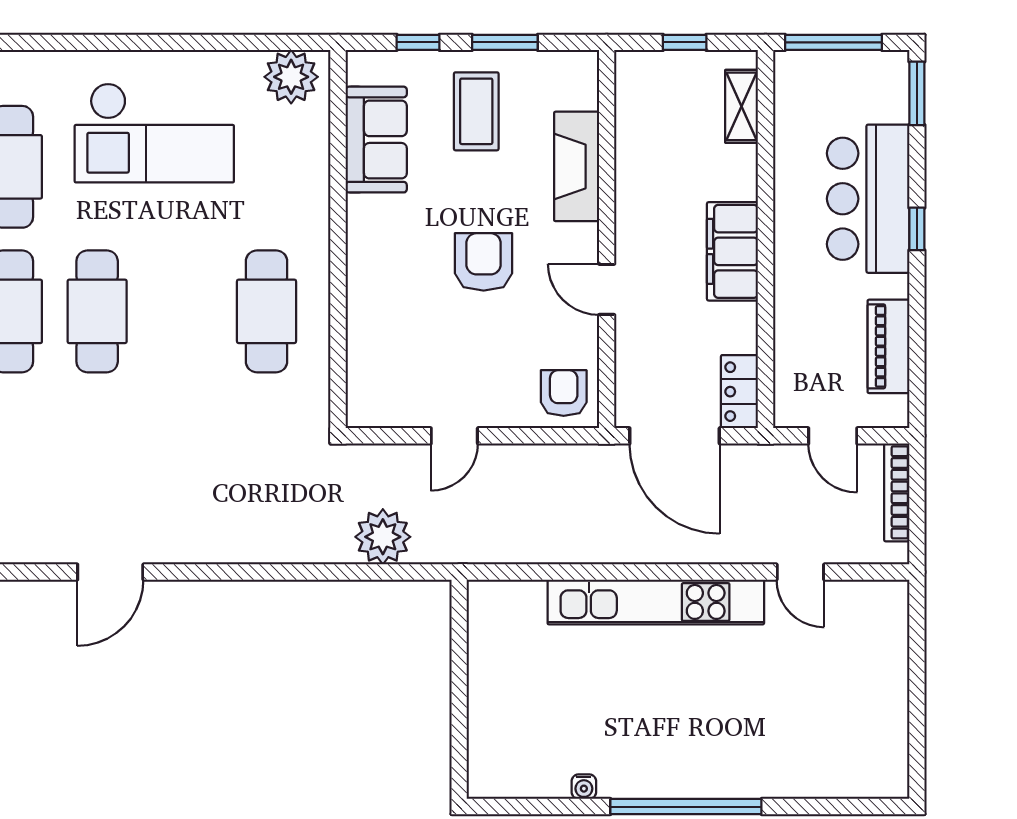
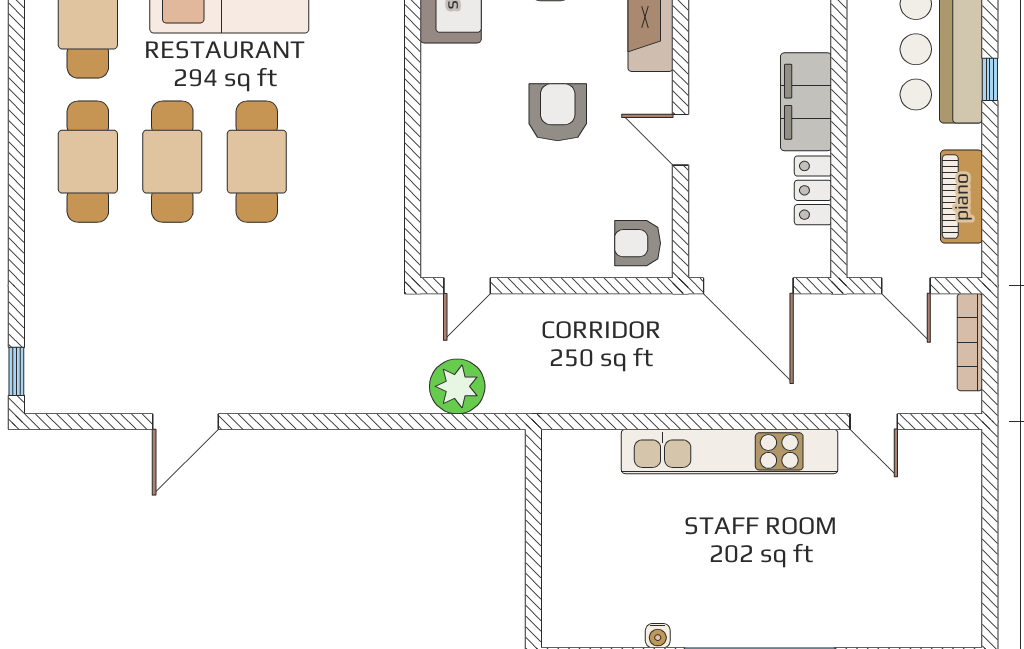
cafe table: (266, 311) -> (257, 162), moved
locker: (739, 392) -> (813, 190), moved
armchair: (564, 393) -> (638, 243), turned -90
door: (454, 436) -> (467, 286), moved

